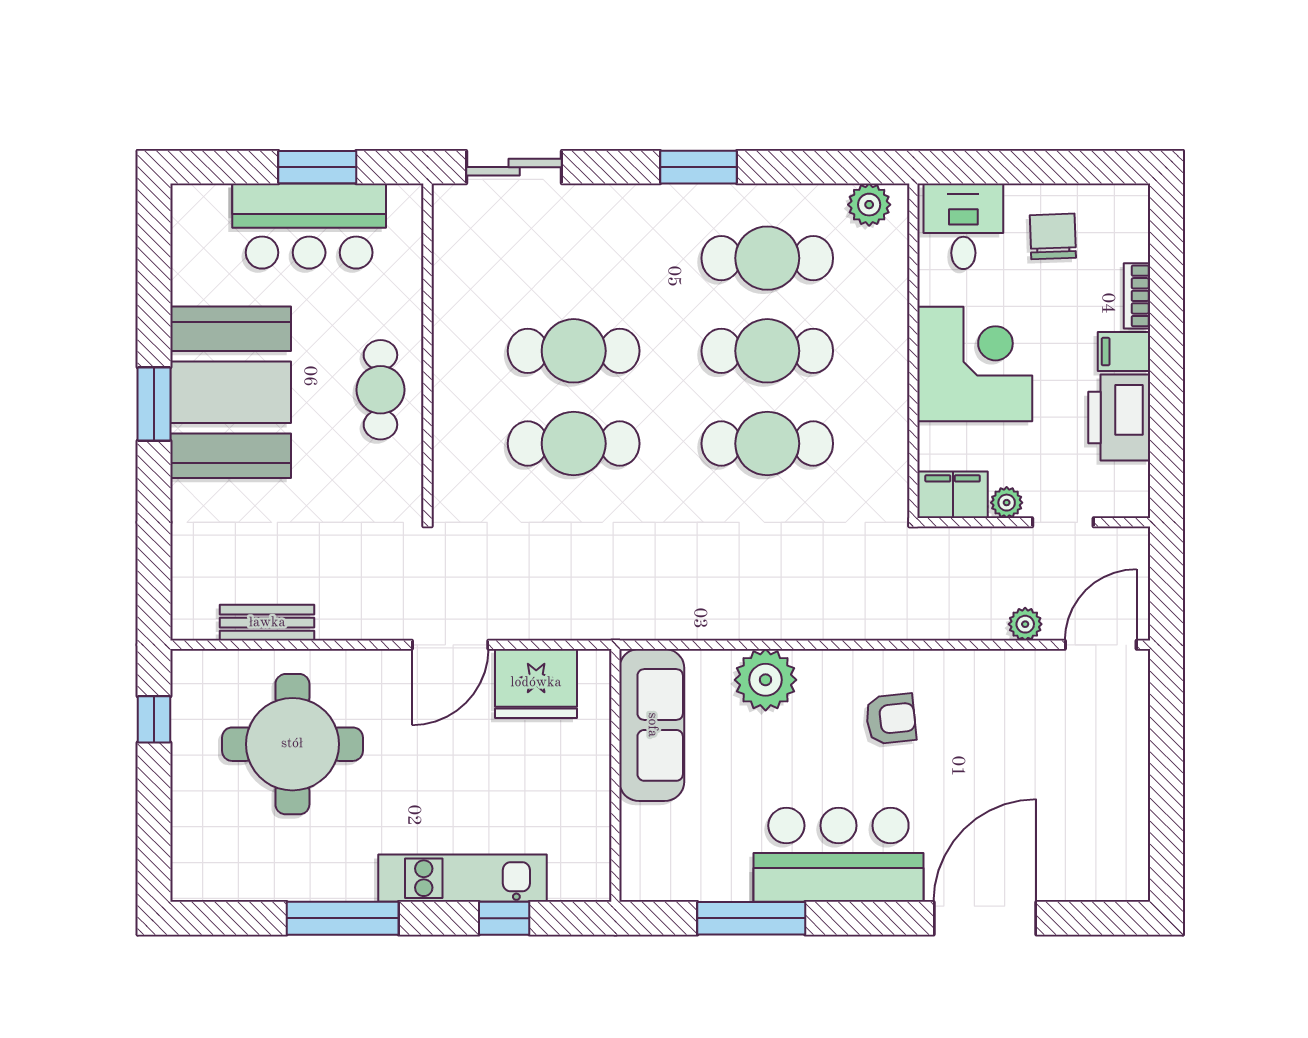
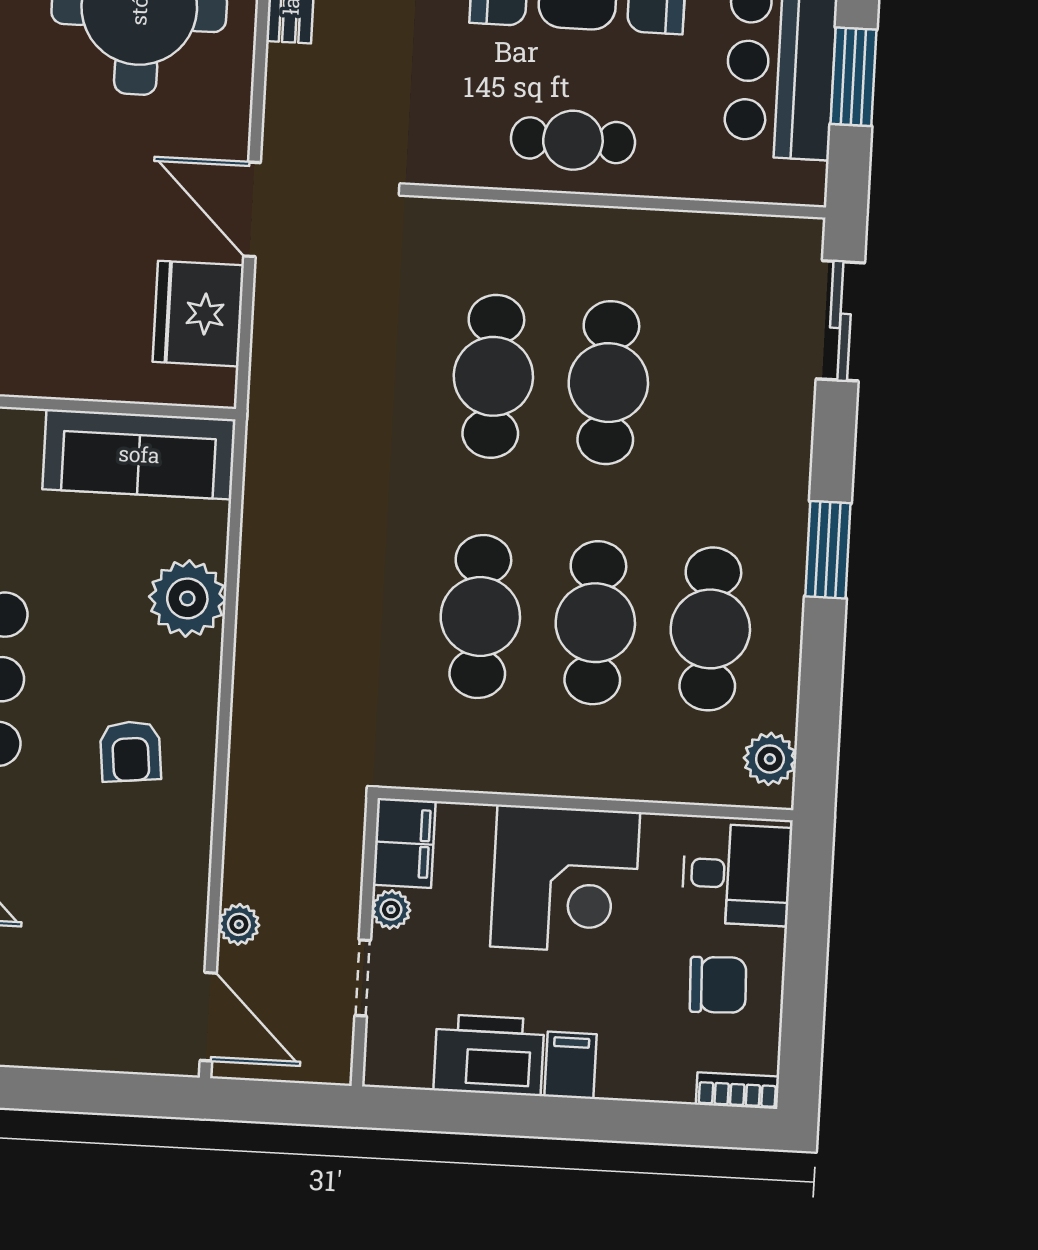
bookcase: (1137, 296) -> (737, 1091), moved

